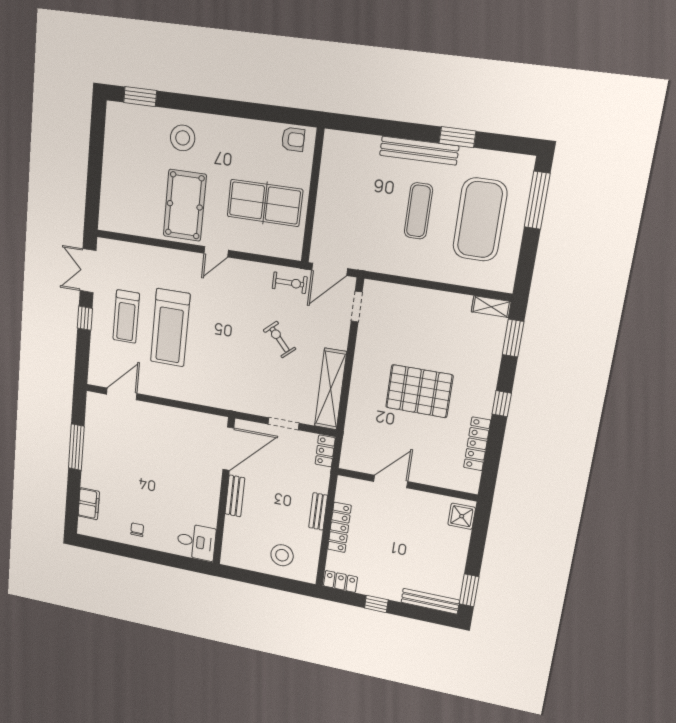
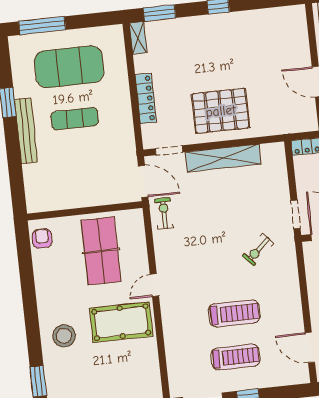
door: (216, 252) -> (154, 285), swing flipped
treadmill: (170, 328) -> (234, 313), width x0.73, depth x0.73
exercise bike: (280, 340) -> (258, 250), moved
shelving: (331, 389) -> (223, 158), moved
pallet: (419, 391) -> (221, 111), moved, turned 90
doorway: (283, 424) -> (295, 214), moved
locker: (477, 444) -> (146, 98), moved, turned -90

